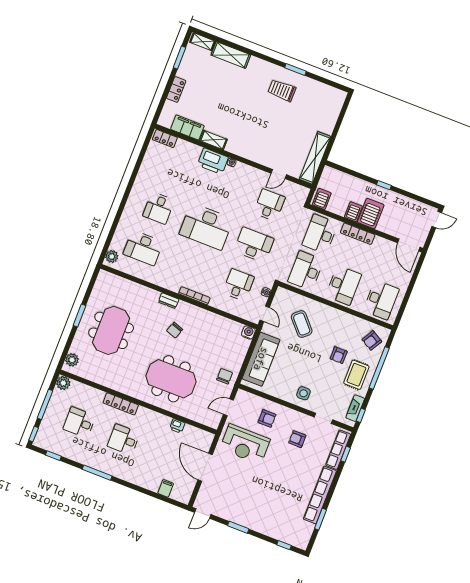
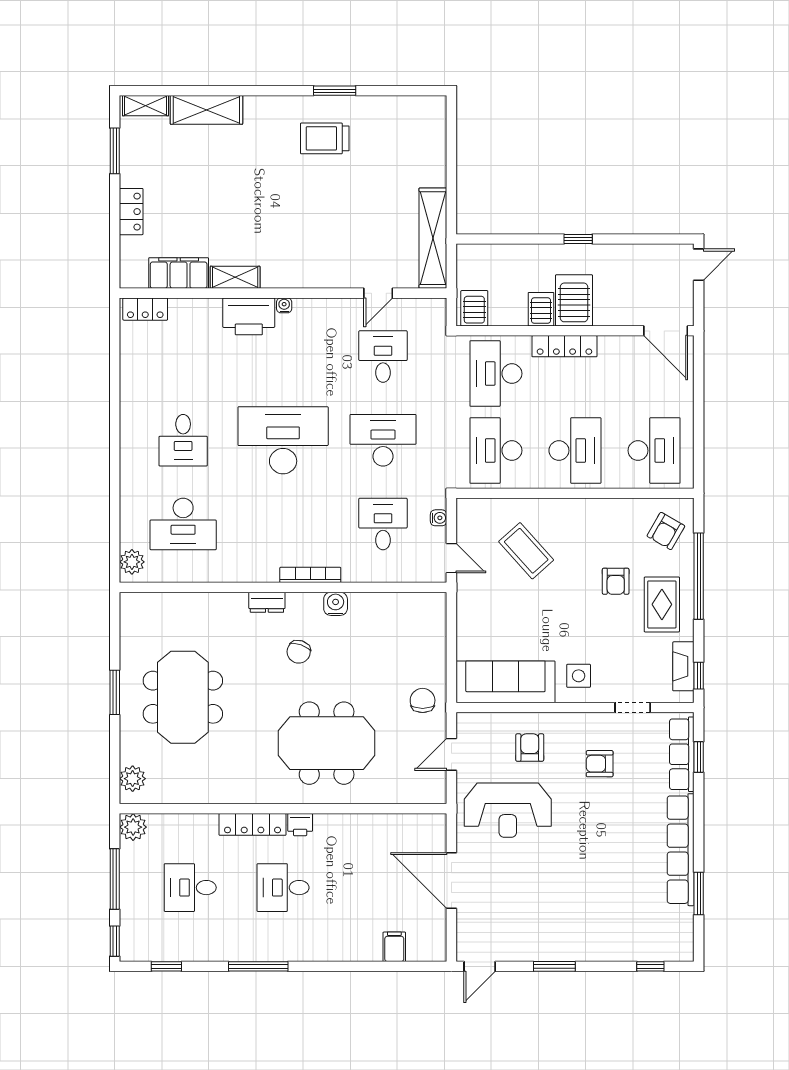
desk: (206, 226) -> (283, 440), turned 180
water cooler: (248, 332) -> (336, 604), moved
sofa: (261, 359) -> (505, 682), moved, turned -90
armchair: (267, 418) -> (530, 748), turned -90
printer: (177, 426) -> (300, 825), moved

